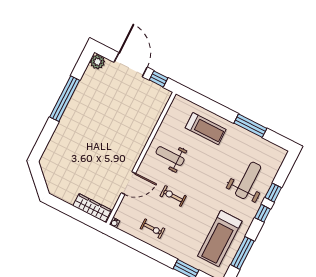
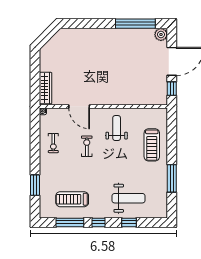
window: (65, 99) -> (135, 24), moved
window: (263, 213) -> (99, 222), moved
treadmill: (220, 239) -> (72, 199), width x0.73, depth x0.73

